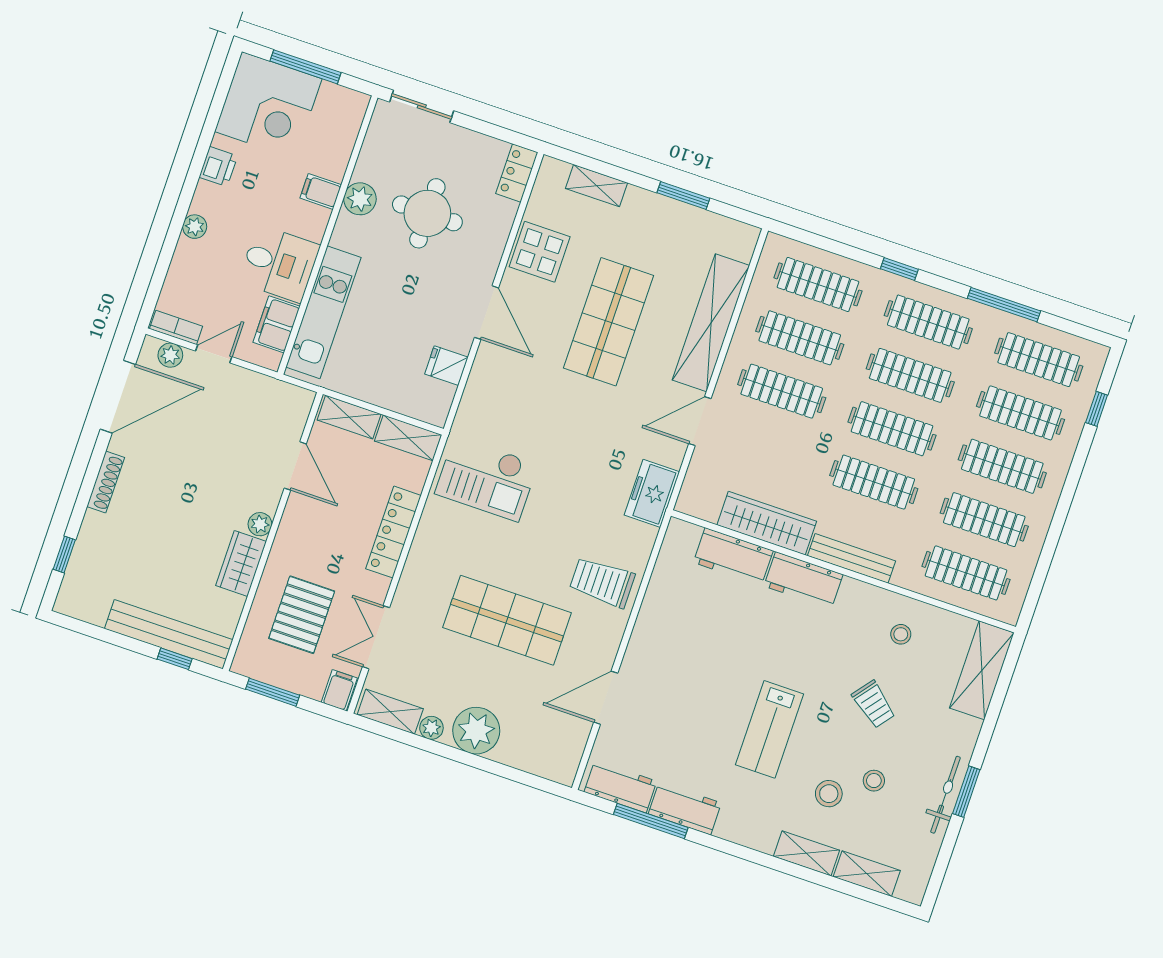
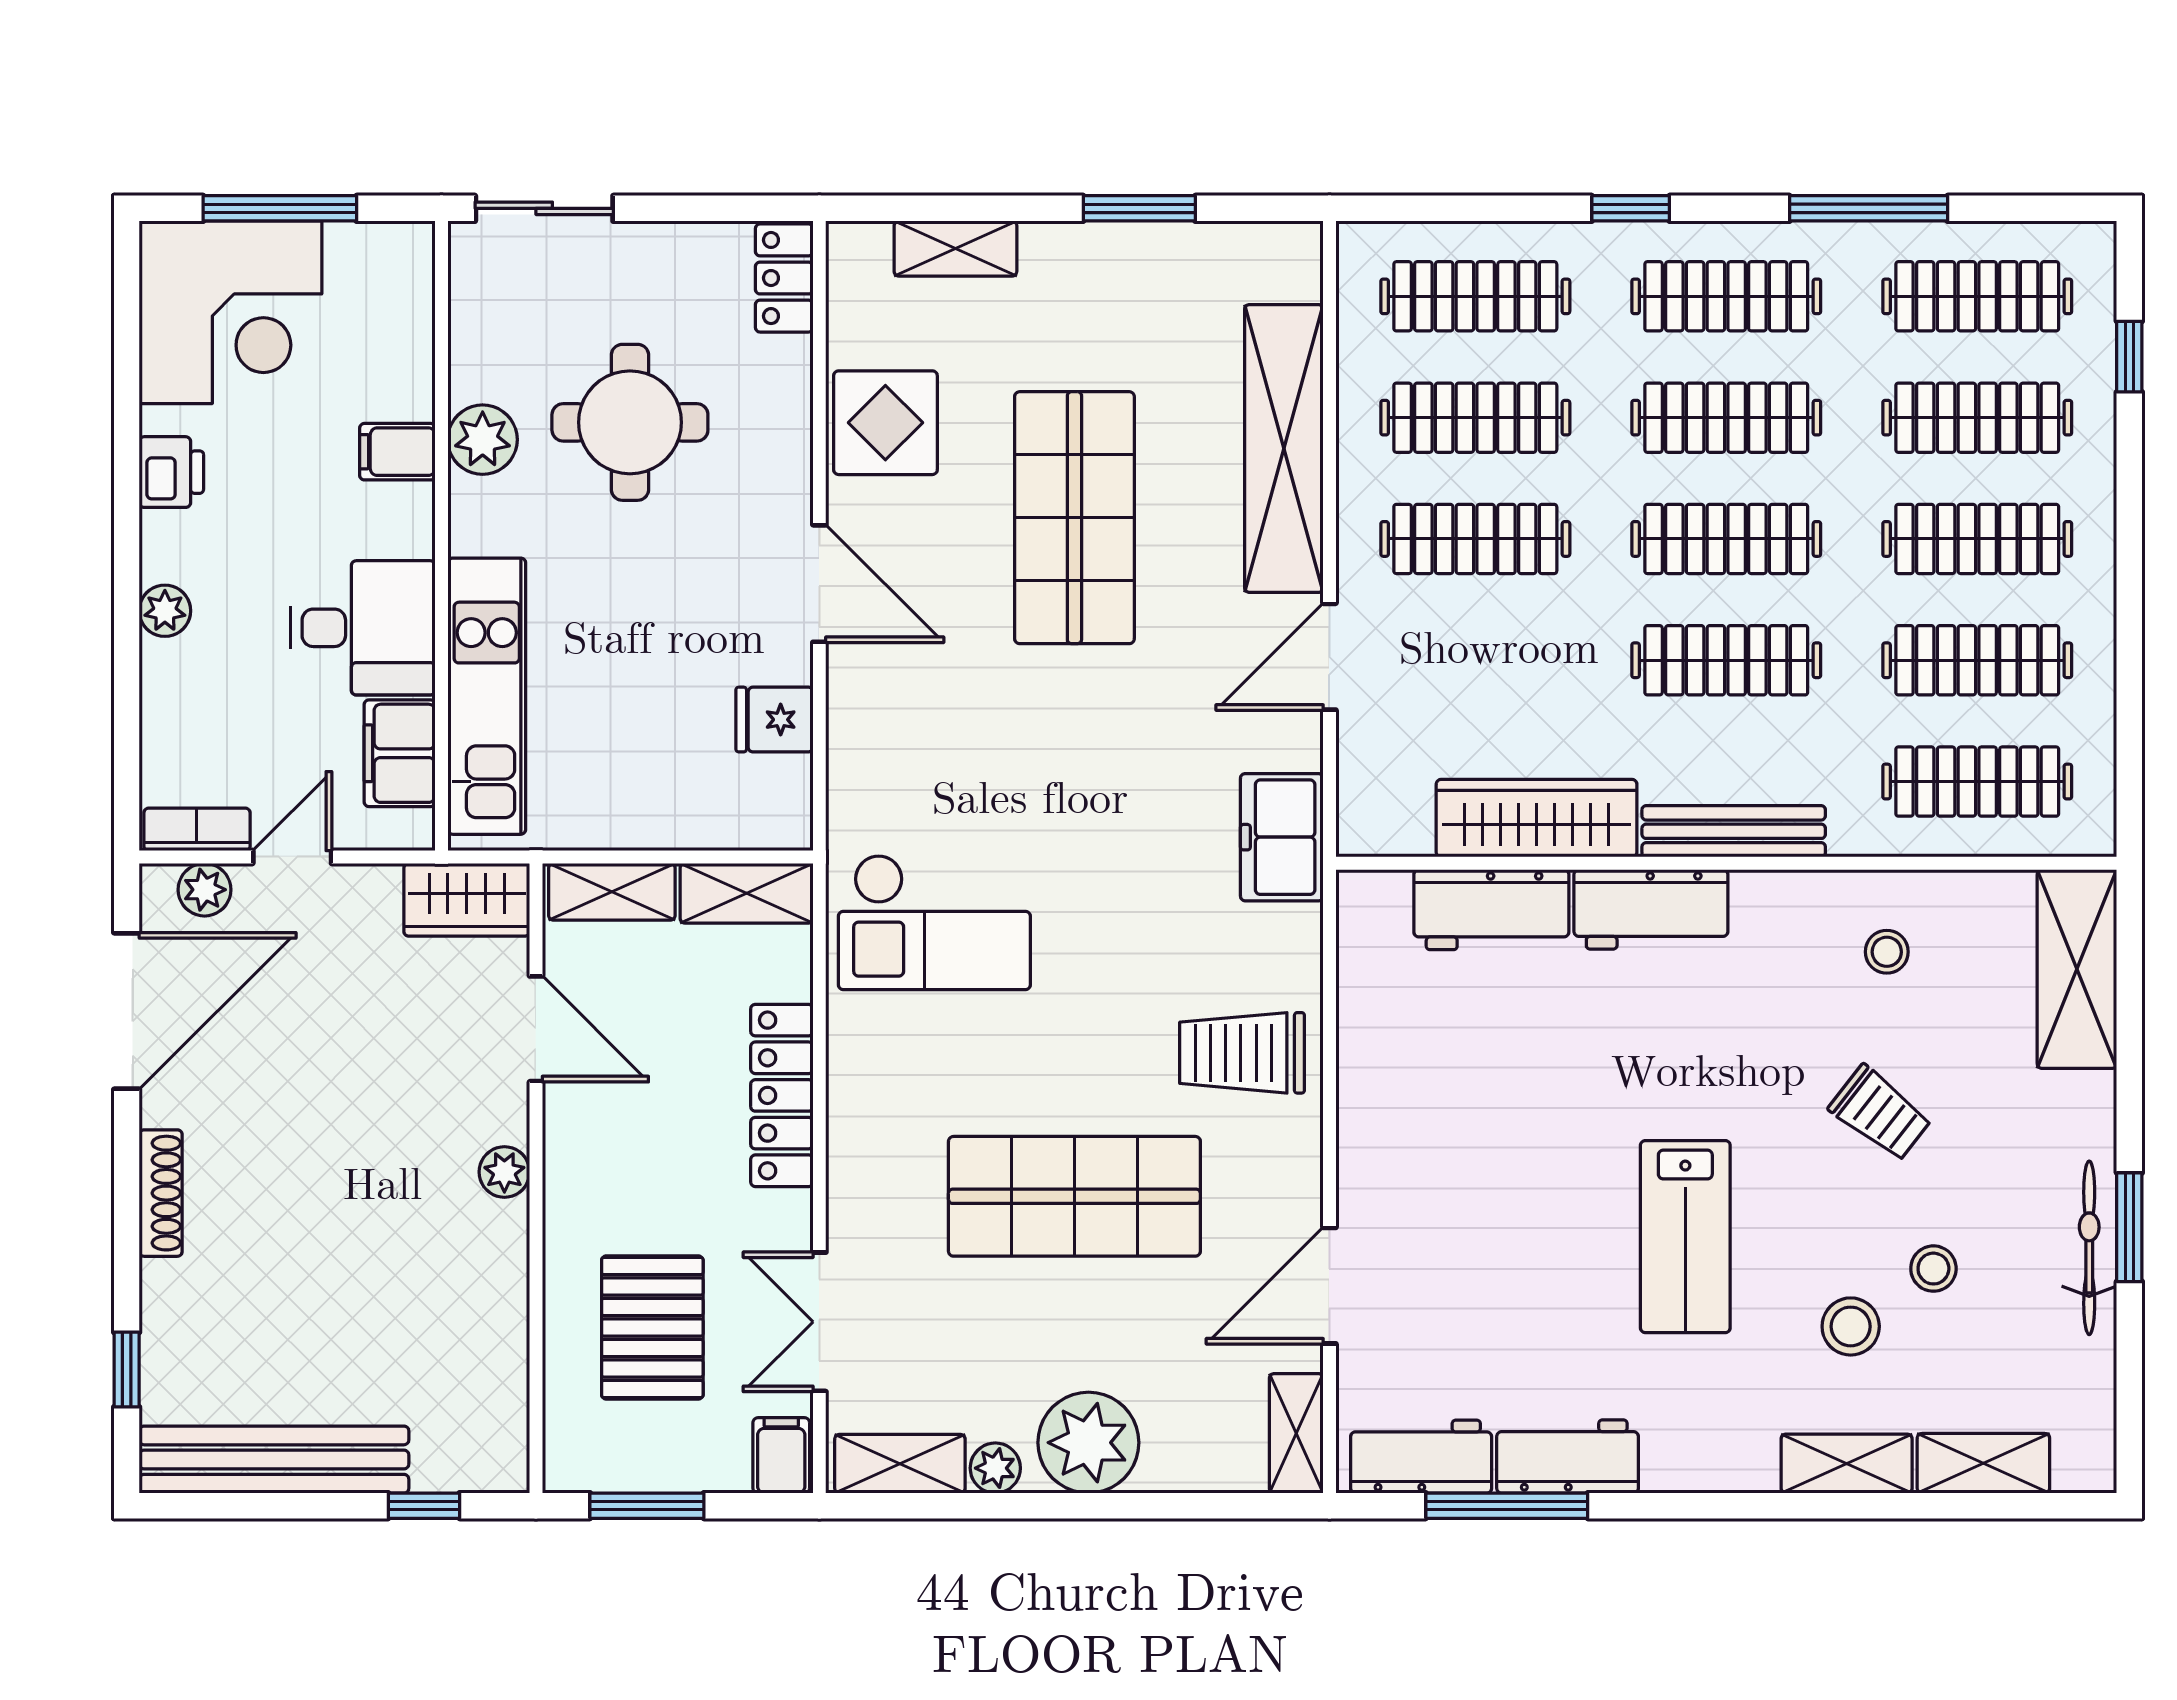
wardrobe: (241, 563) -> (467, 900), moved, turned -90
bench: (169, 634) -> (274, 1460), moved
shelving: (569, 758) -> (1296, 1433), added

